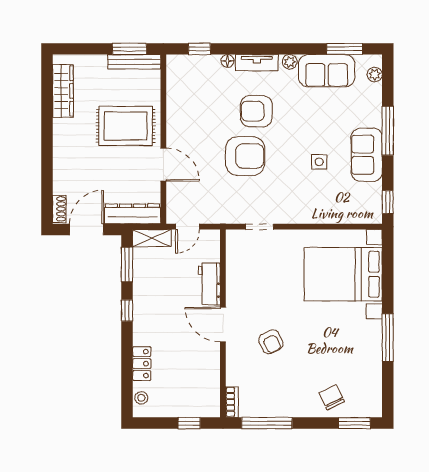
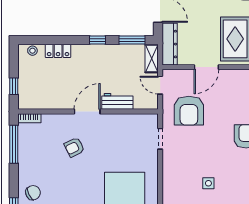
armchair: (245, 156) -> (189, 111), moved

